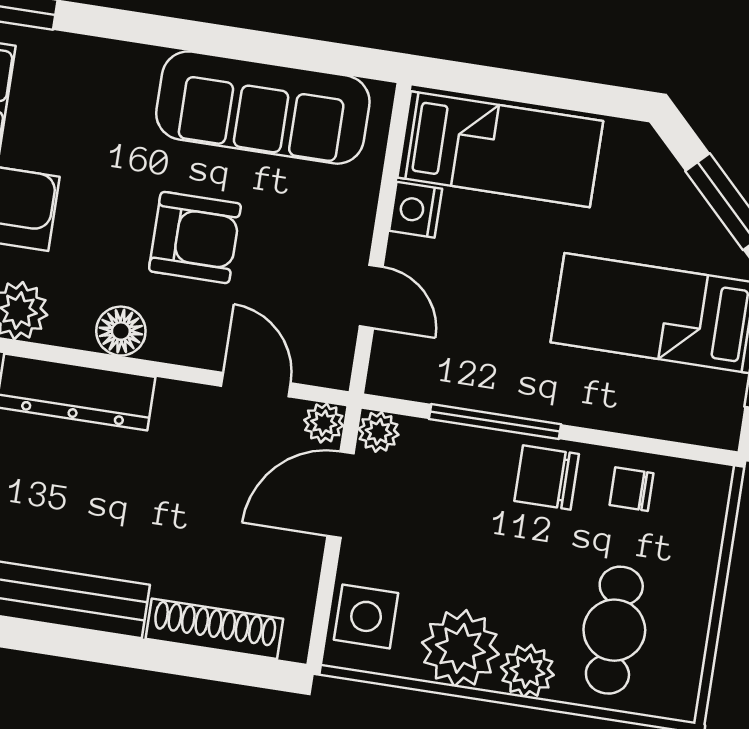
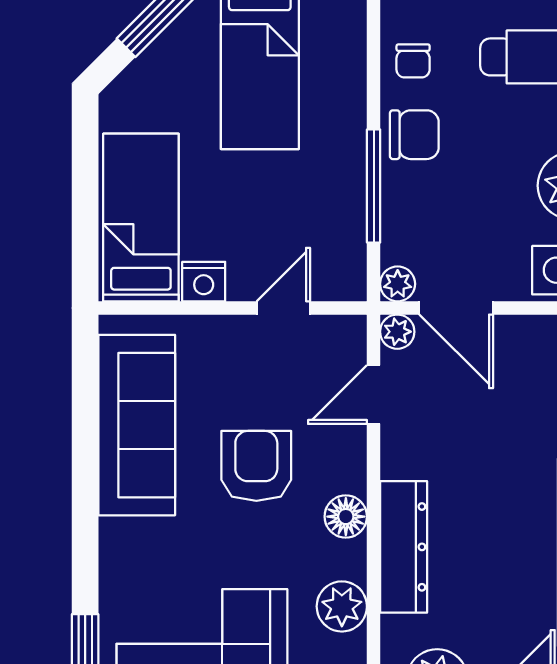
chair: (547, 477) -> (414, 135), turned -90

